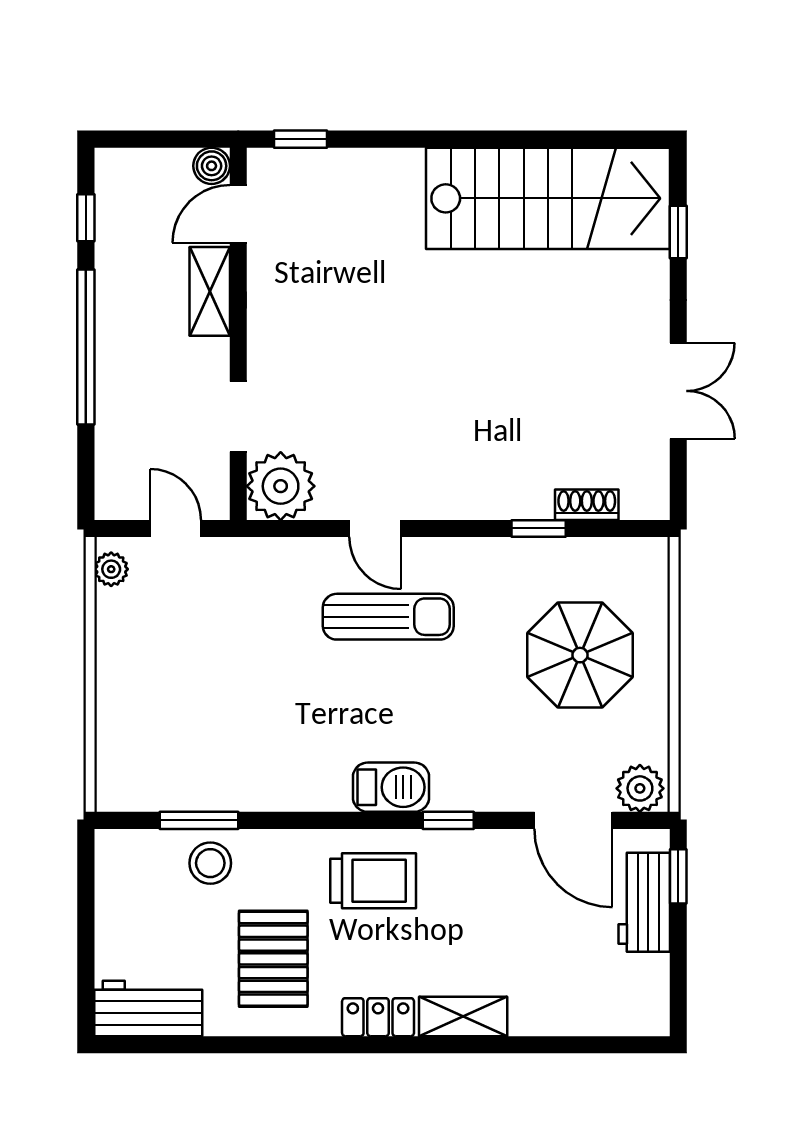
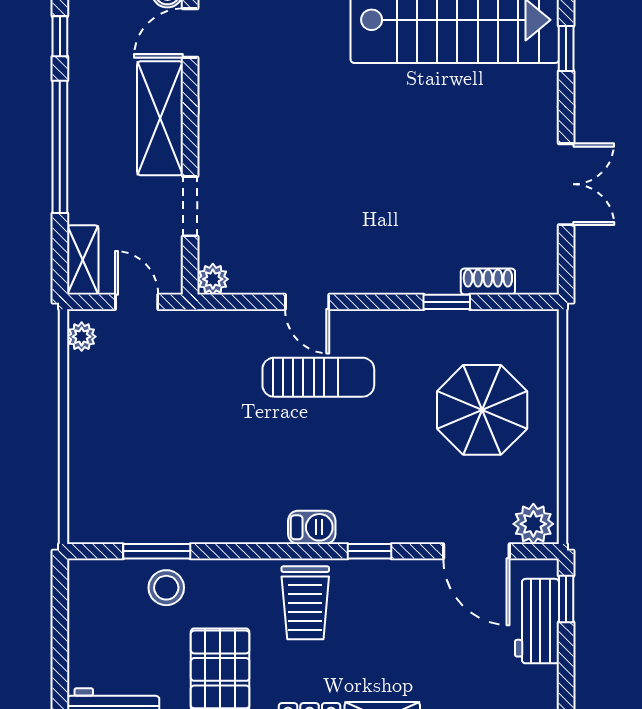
shelving: (210, 291) -> (160, 118), width x1.50, depth x1.33
shelving: (113, 479) -> (83, 260), added
plant: (281, 486) -> (213, 279), width x0.53, depth x0.53
barbecue: (391, 787) -> (312, 527), width x0.73, depth x0.79
trolley: (373, 881) -> (305, 603), turned 90

